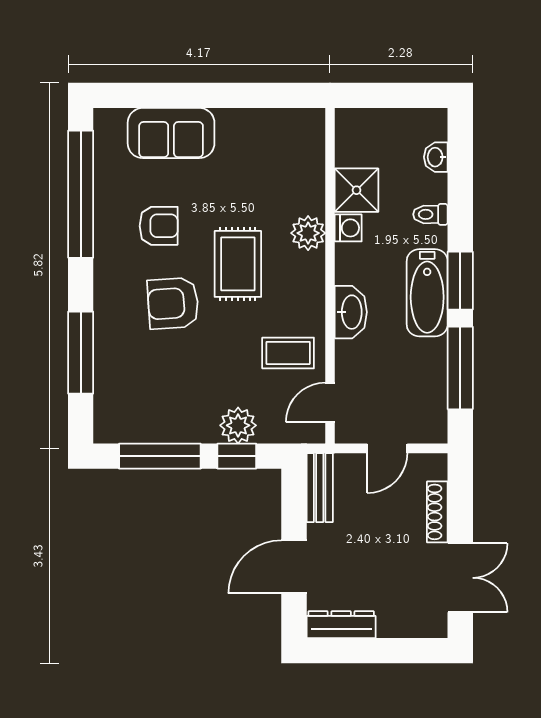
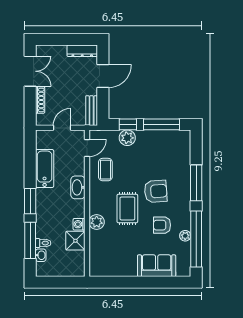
plant: (106, 202) -> (185, 236), added
toilet: (430, 214) -> (43, 243), moved
bathtub: (427, 293) -> (45, 169), moved
window: (81, 353) -> (196, 183), moved
coffee table: (288, 353) -> (105, 170), turned 90
window: (460, 368) -> (30, 240), moved
double door: (460, 578) -> (30, 71), swing flipped

